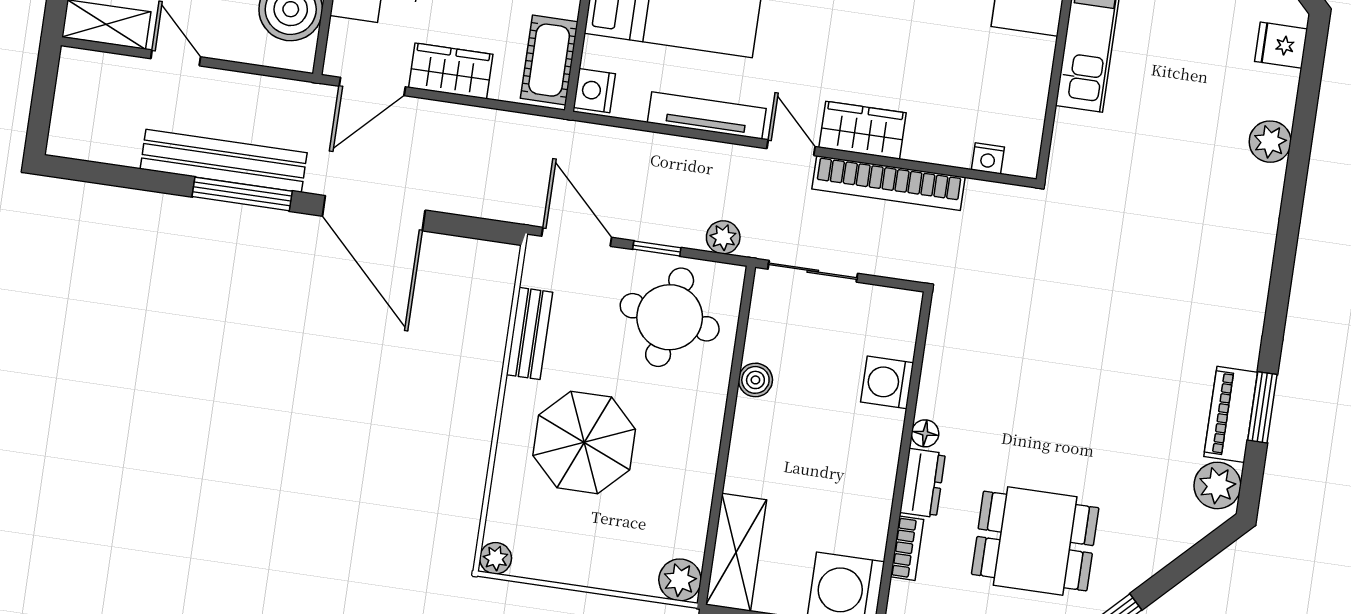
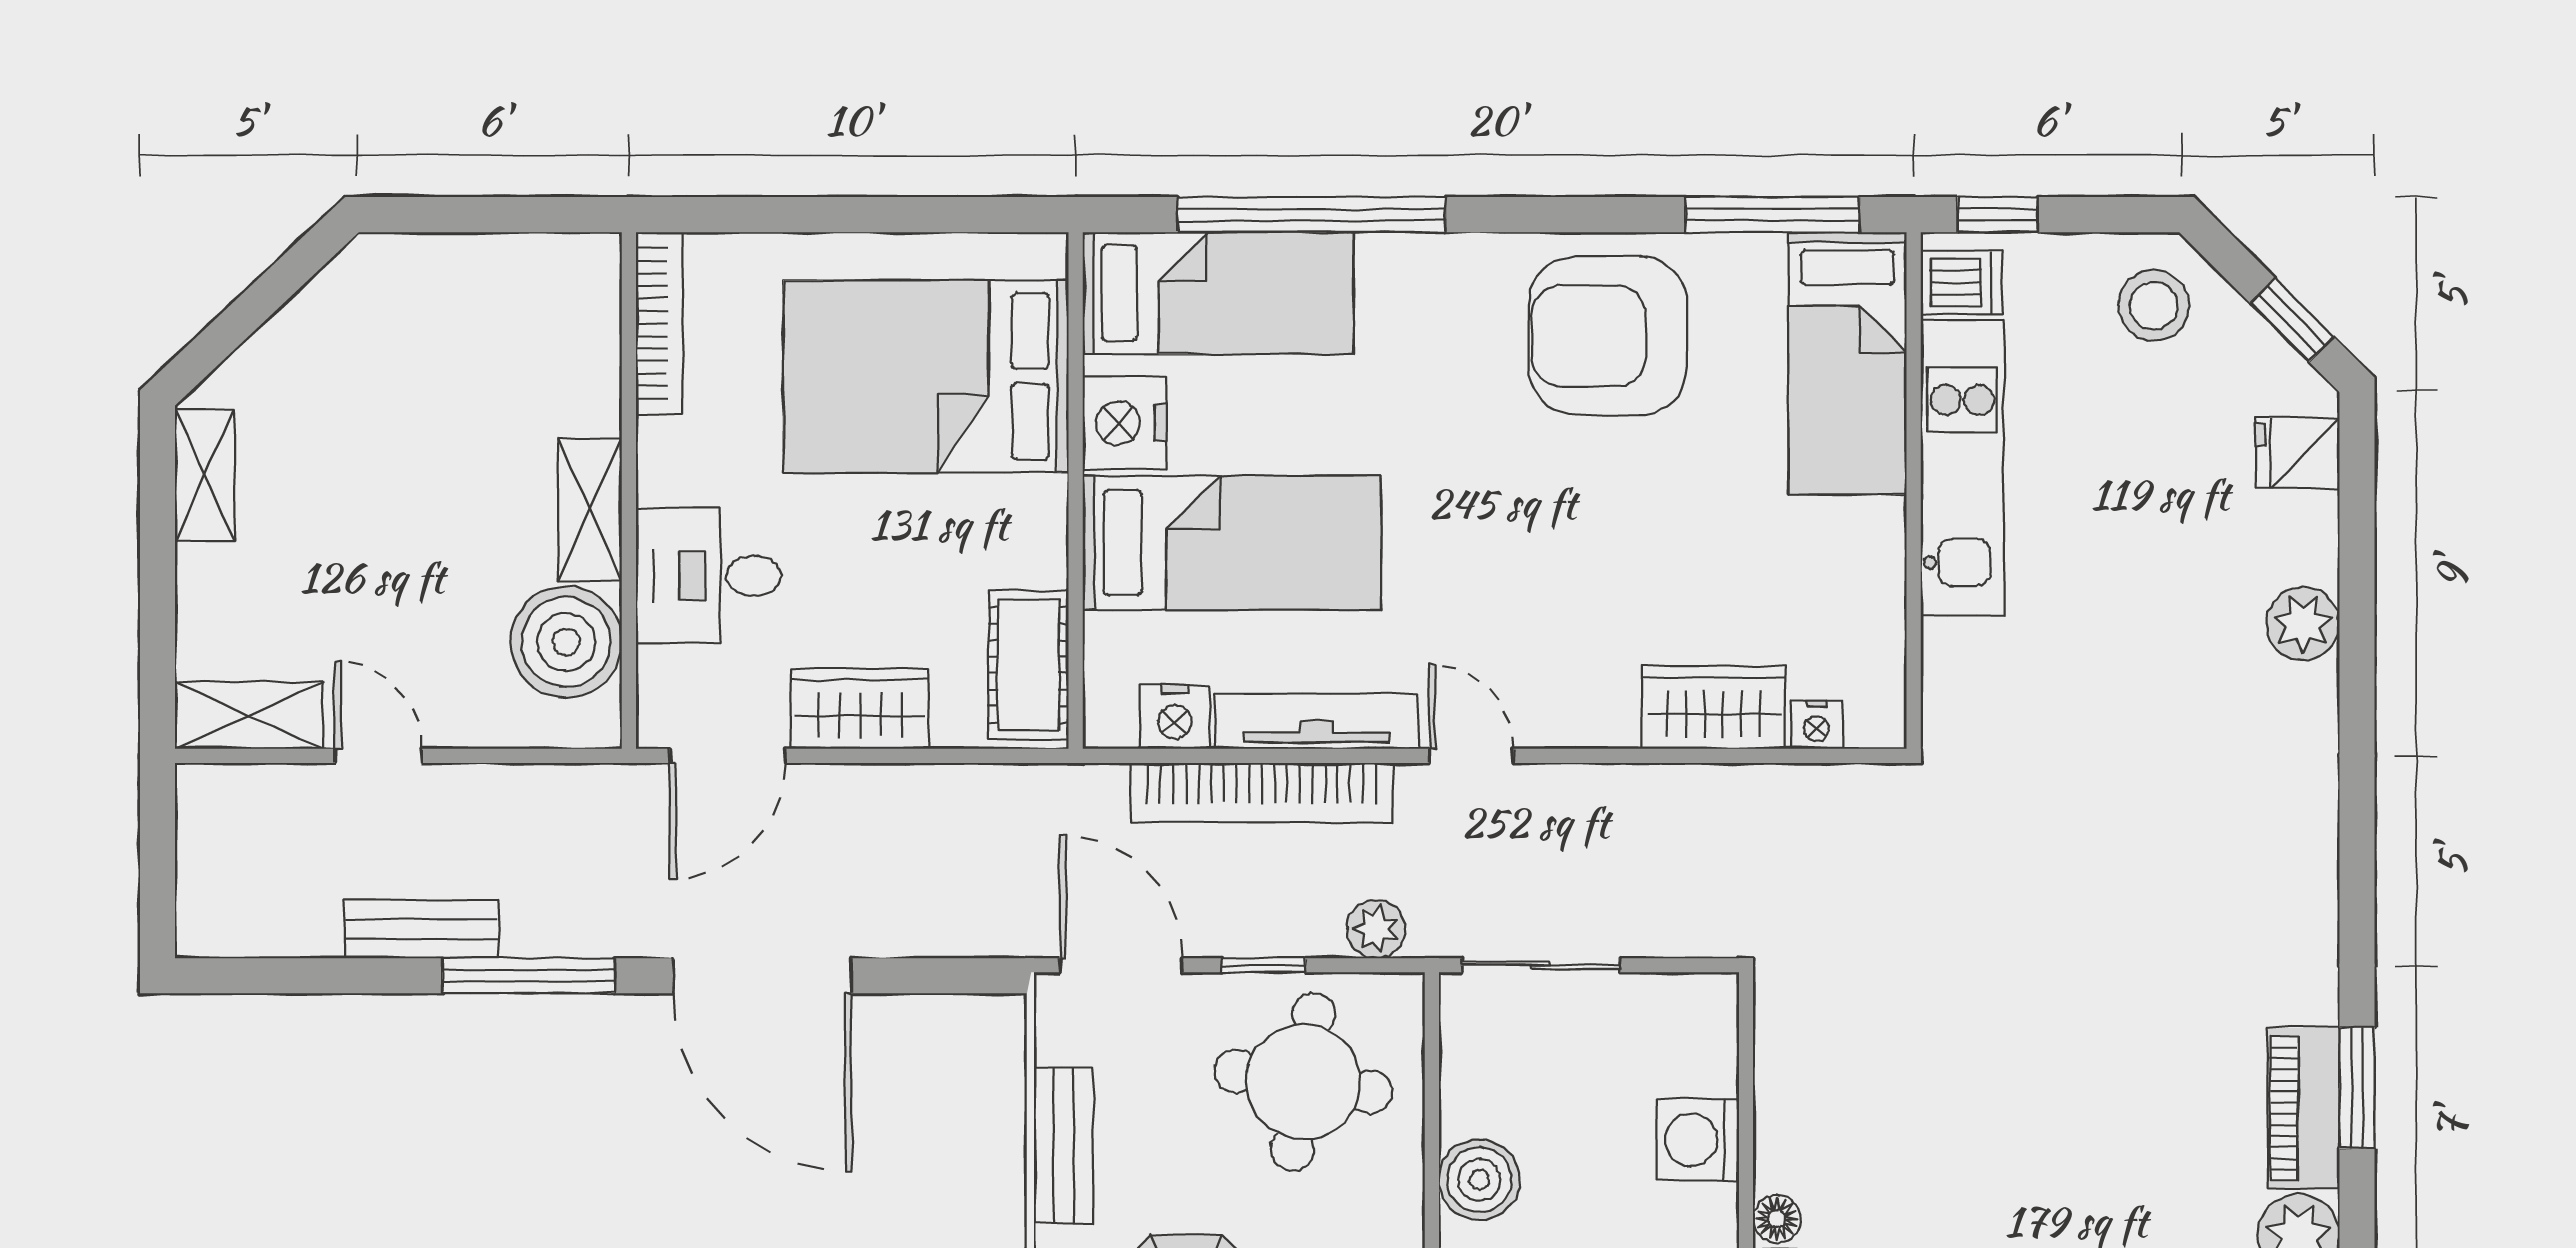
nightstand: (594, 91) -> (1175, 717), moved, turned -90
wardrobe: (863, 130) -> (1714, 707), moved
bench: (224, 161) -> (422, 929), width x0.54, depth x0.82
bookcase: (888, 183) -> (1262, 793), moved
boiler: (755, 380) -> (1479, 1180), width x1.36, depth x1.36

